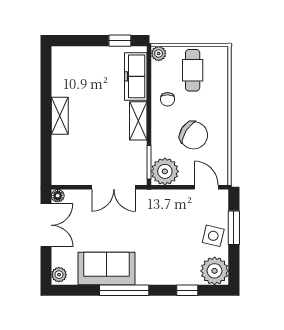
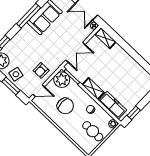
shelving: (60, 116) -> (105, 38), moved
chair: (194, 135) -> (65, 106), turned -123
double door: (114, 187) -> (75, 52), swing flipped
armchair: (178, 209) -> (41, 70), added

